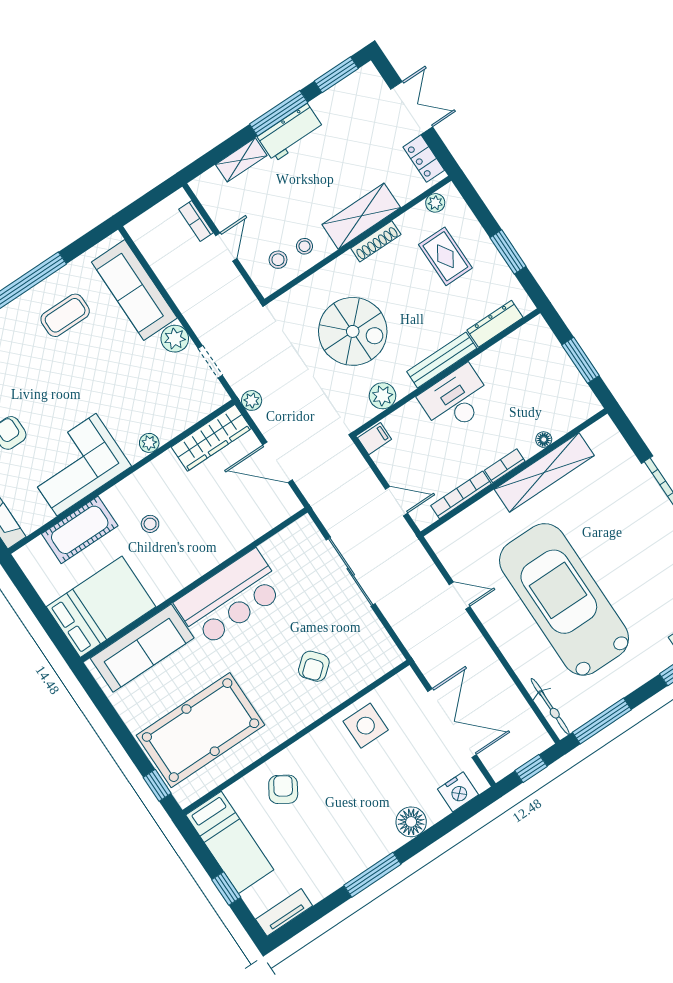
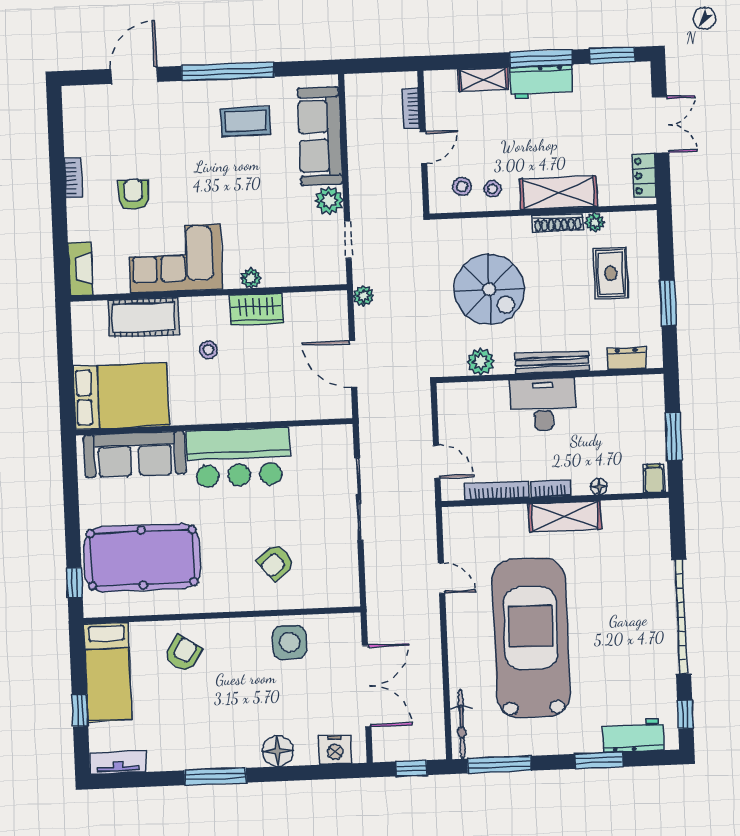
plant: (435, 203) -> (595, 222), moved
dresser: (495, 324) -> (626, 358), width x0.70
wardrobe: (211, 438) -> (256, 309), moved, width x0.67
filing cabinet: (375, 439) -> (654, 478), moved, turned -90
shelving: (544, 472) -> (565, 516), width x0.68

